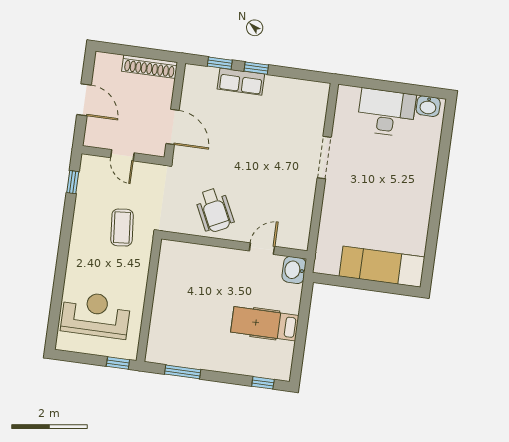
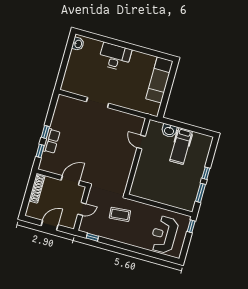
desk: (386, 113) -> (115, 57), moved, turned 90
wheelchair: (215, 210) -> (117, 164), removed
washbasin: (294, 270) -> (169, 131), moved
window: (263, 383) -> (206, 173), moved

